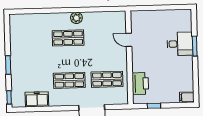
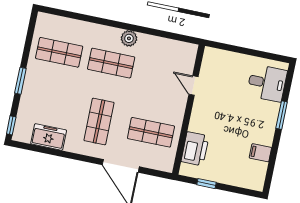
shop shelf: (30, 39) -> (59, 52), added
desk: (180, 44) -> (267, 83), moved
shop shelf: (69, 80) -> (99, 122), turned 90
filing cabinet: (187, 97) -> (260, 153), moved

